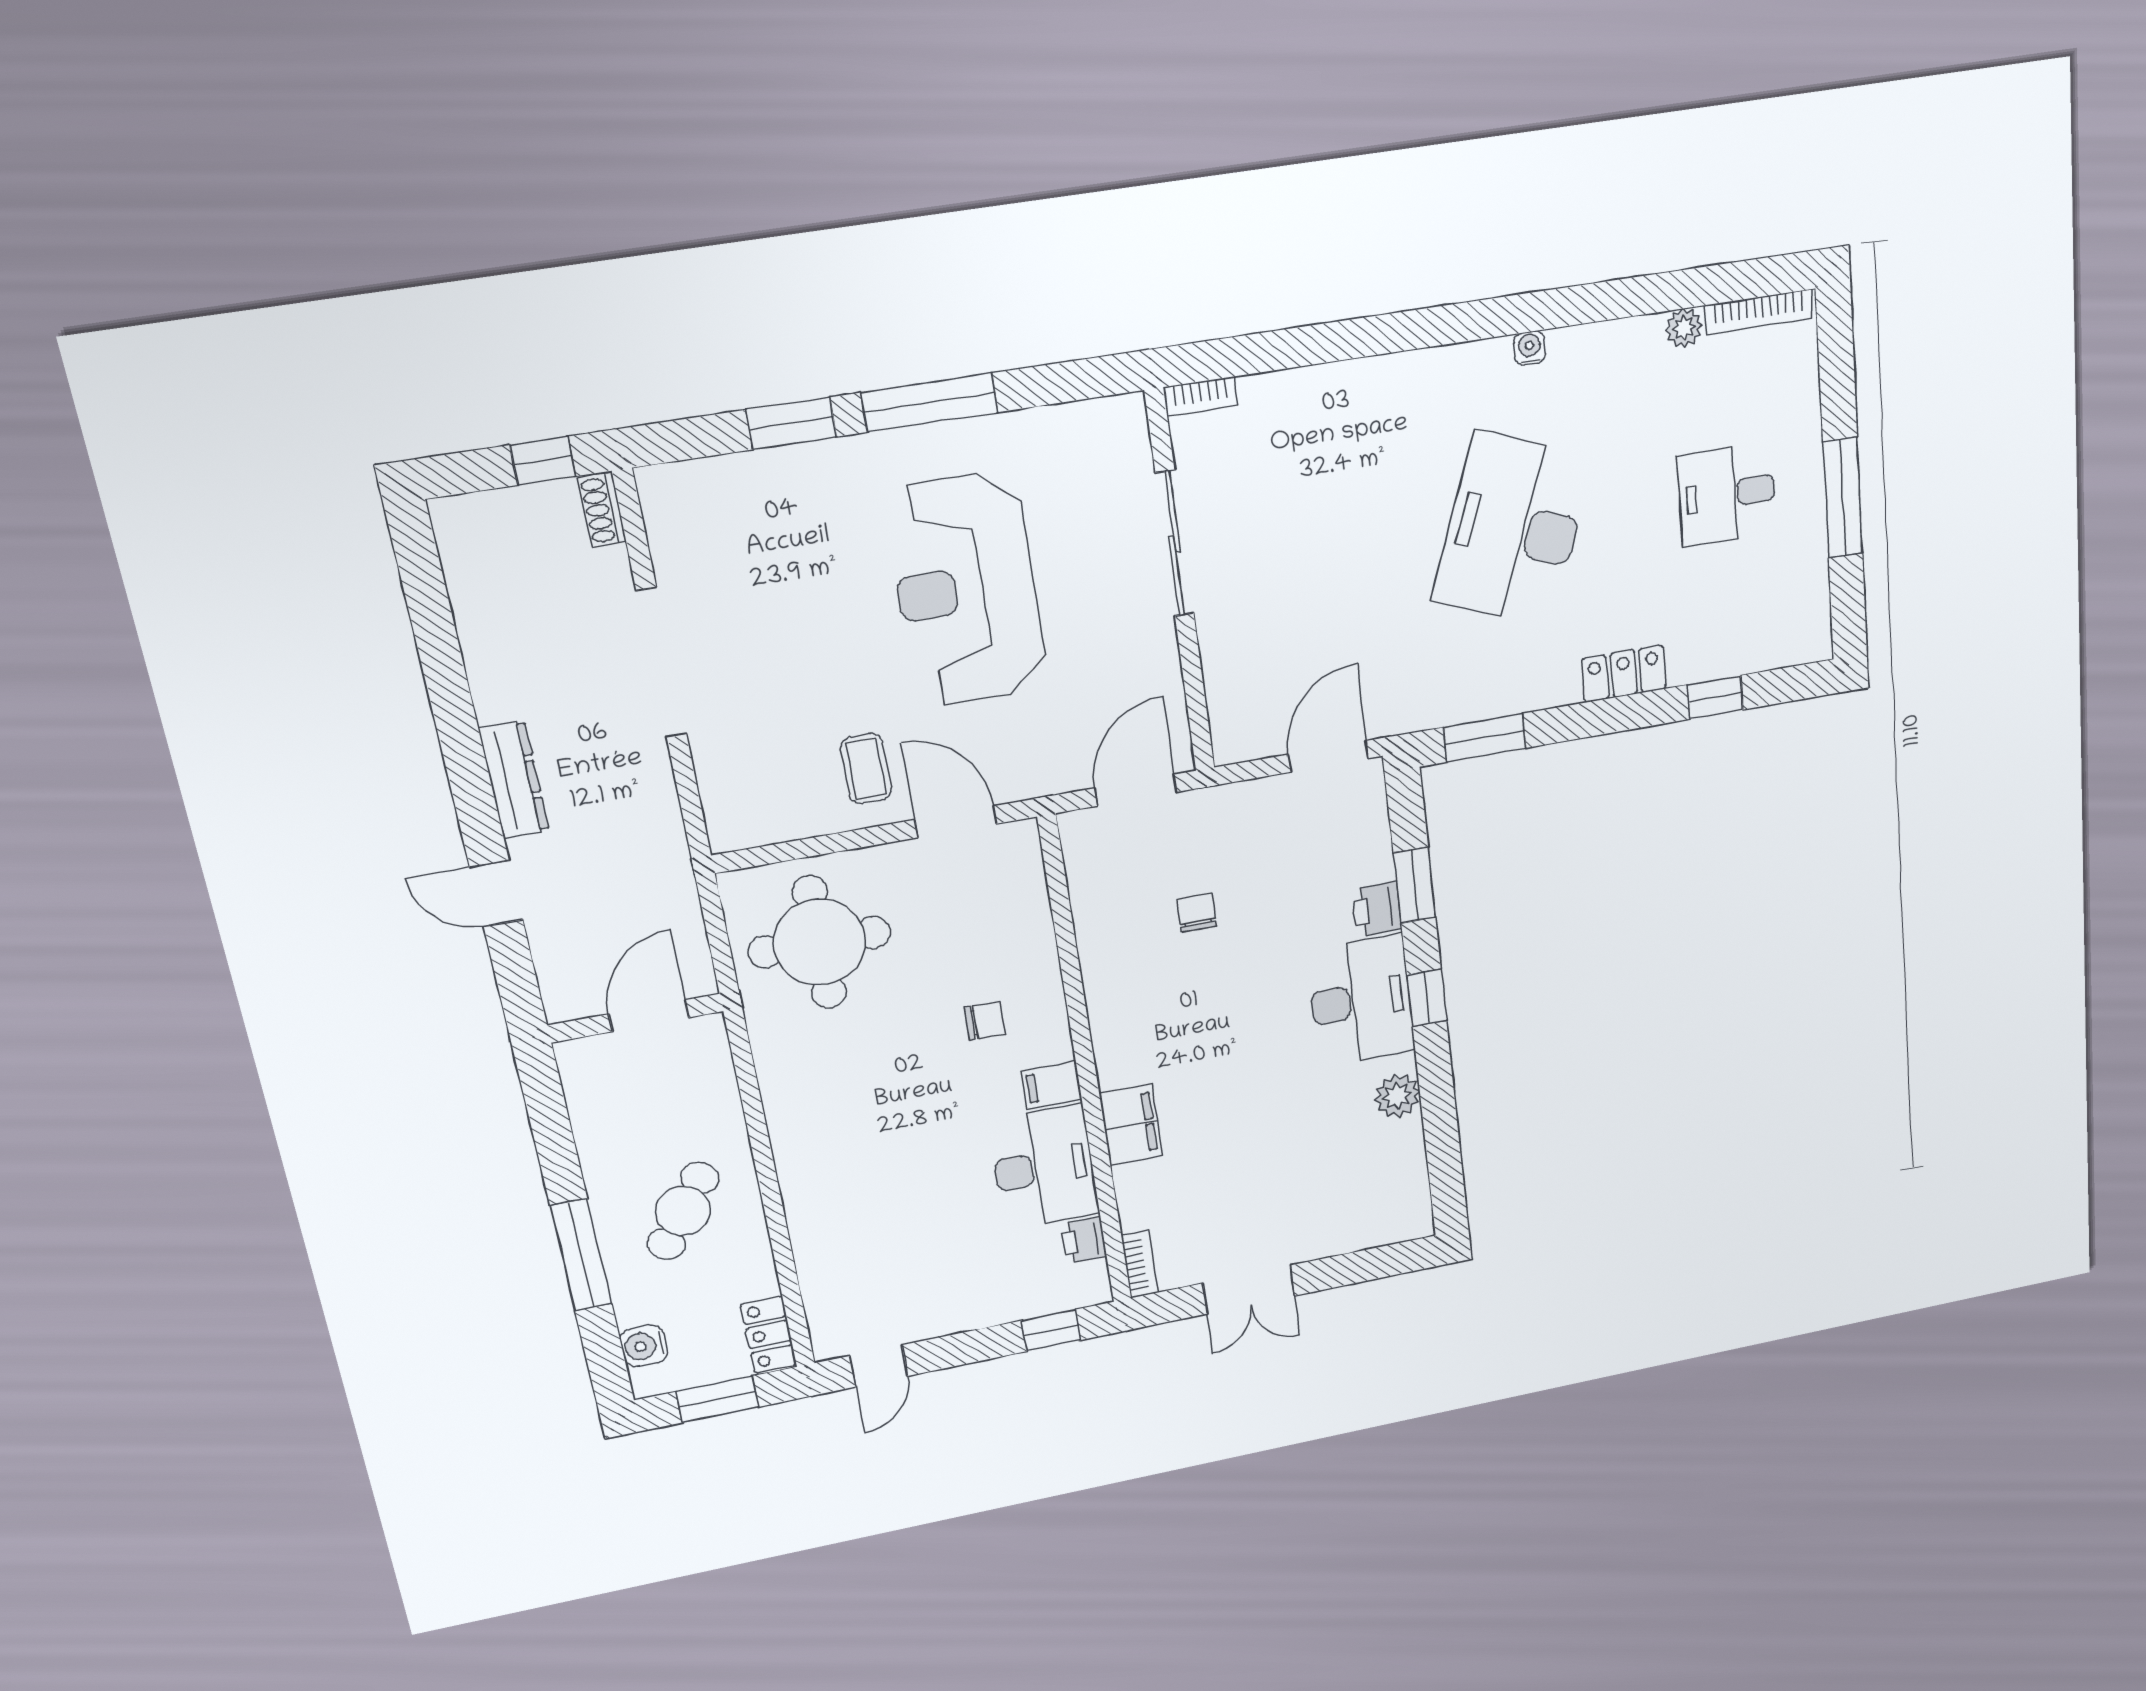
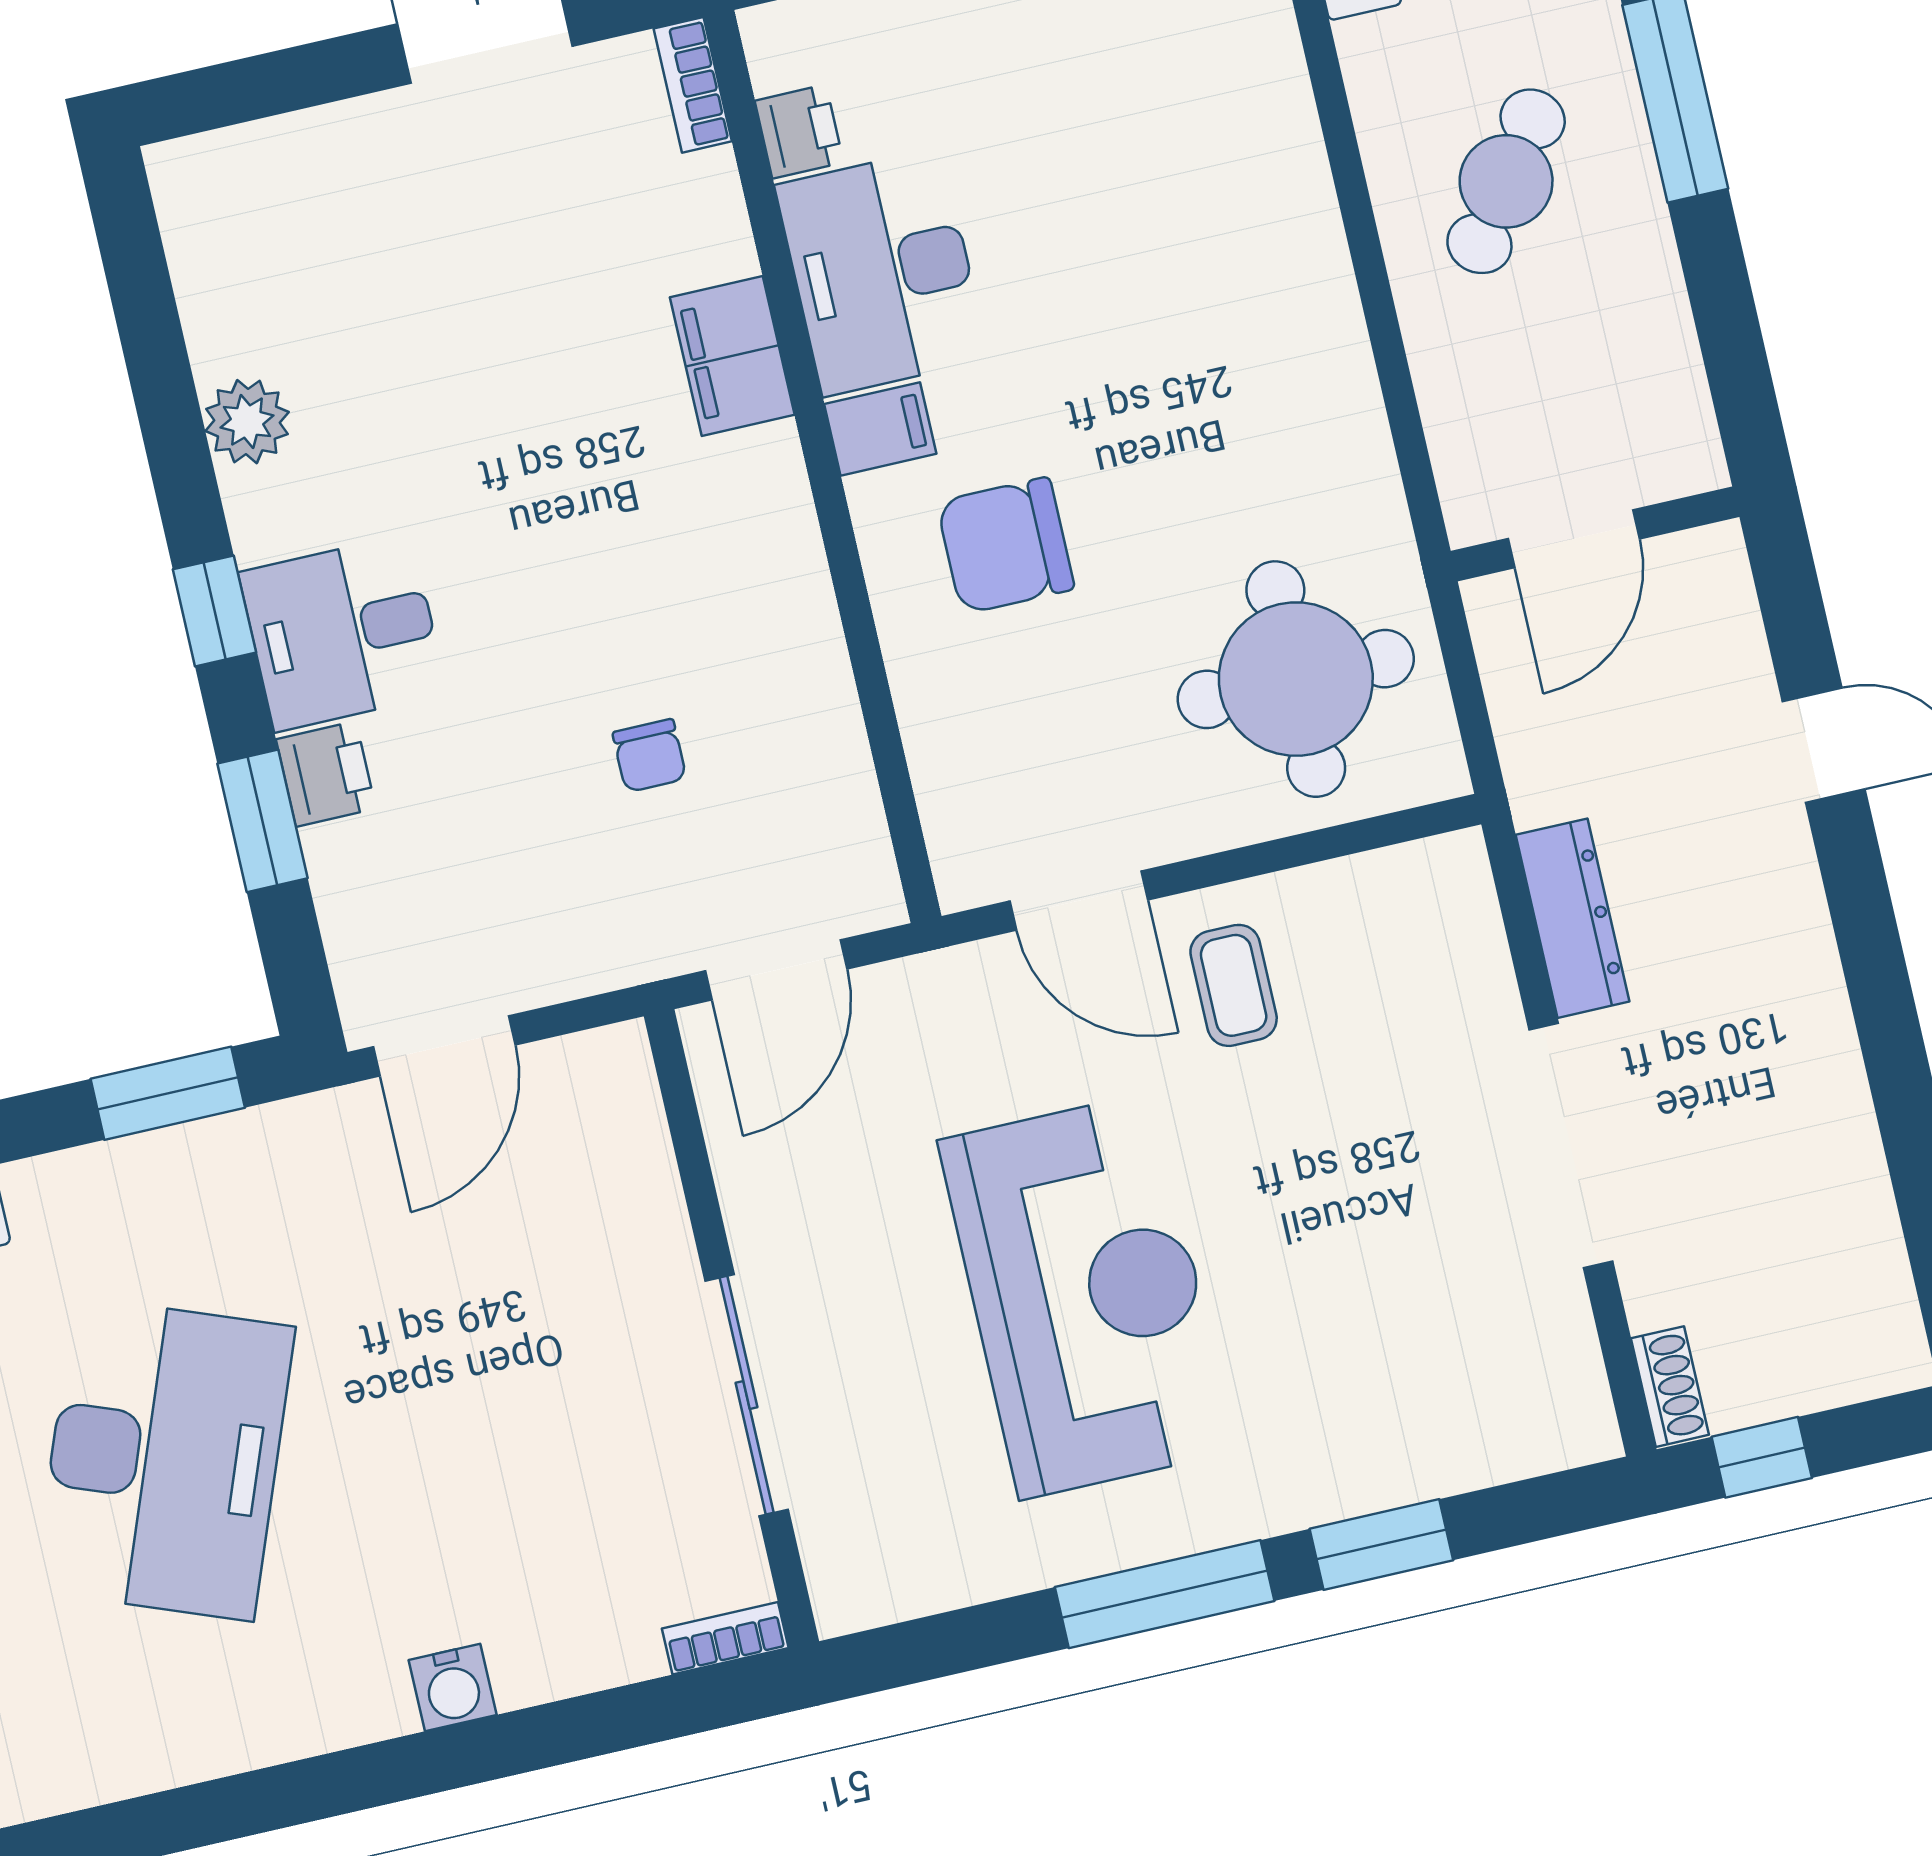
water cooler: (1530, 348) -> (453, 1687), moved, width x1.38, depth x1.38
dresser: (514, 780) -> (1573, 918), moved, turned 180
desk: (1361, 1000) -> (343, 633), width x0.73
chair: (985, 1021) -> (1006, 545), width x1.87, depth x1.87

